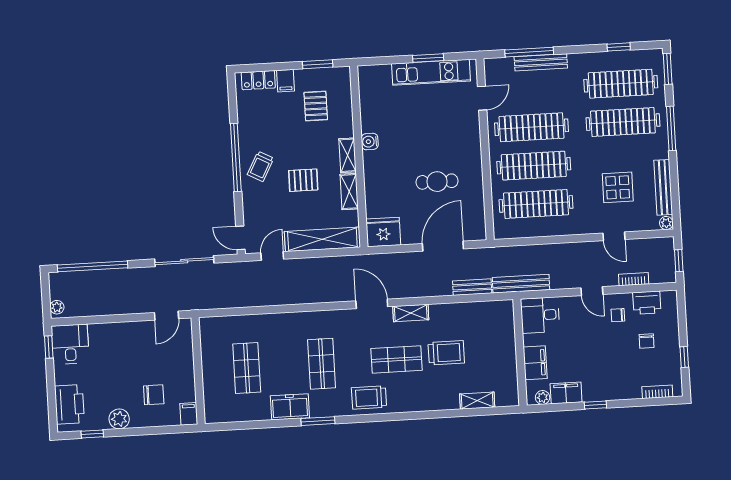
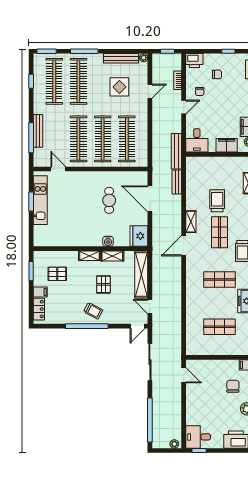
water cooler: (370, 142) -> (108, 241), moved
printer: (647, 303) -> (194, 61), moved, turned 90

